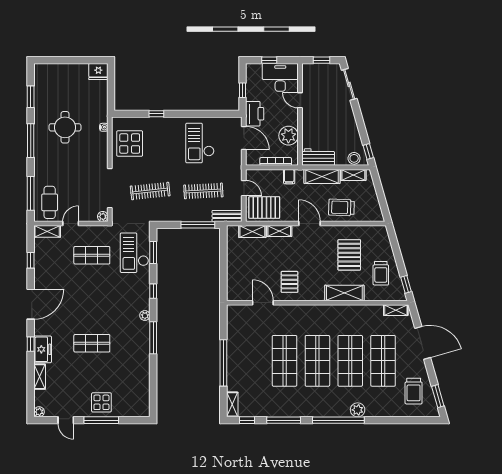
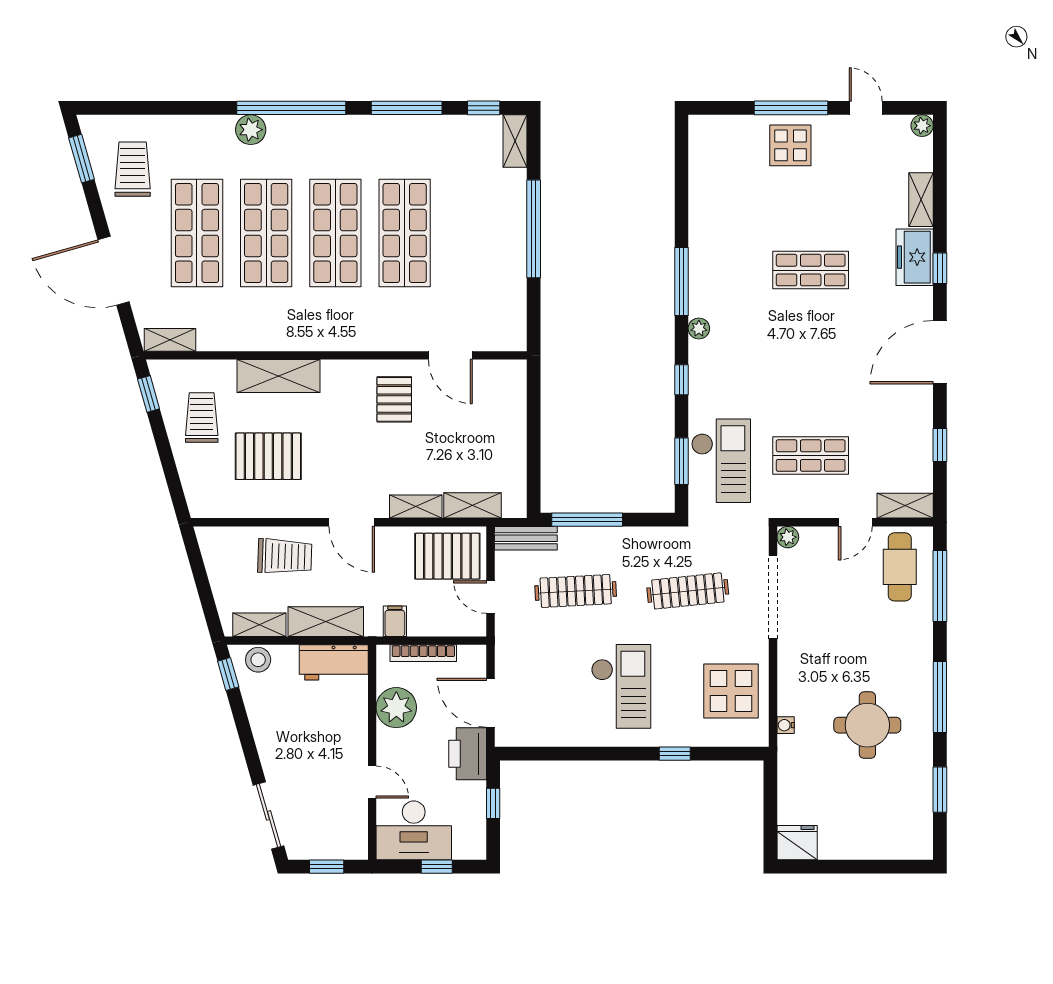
checkout: (200, 143) -> (621, 686), moved
pallet: (349, 255) -> (268, 456), turned 90

